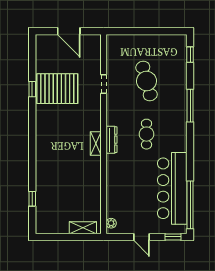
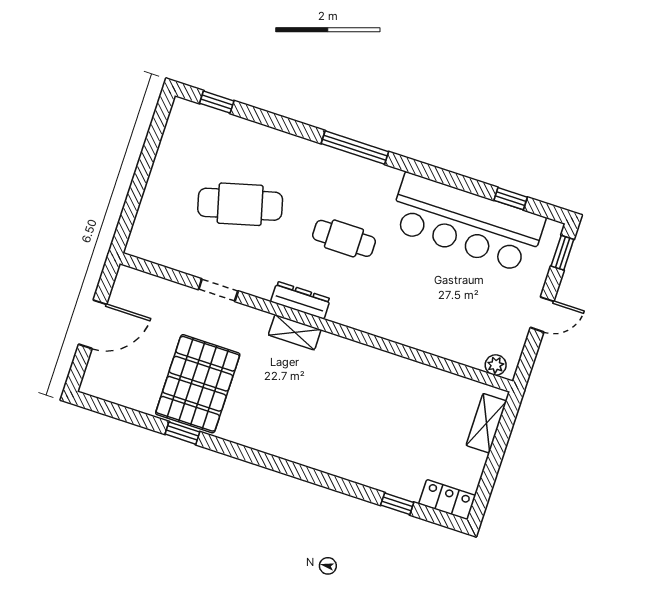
window: (190, 106) -> (355, 148), moved
dresser: (111, 140) -> (301, 300), moved
shelving: (96, 144) -> (295, 332), moved
window: (190, 205) -> (511, 199), width x0.32
locker: (42, 221) -> (447, 500), added

